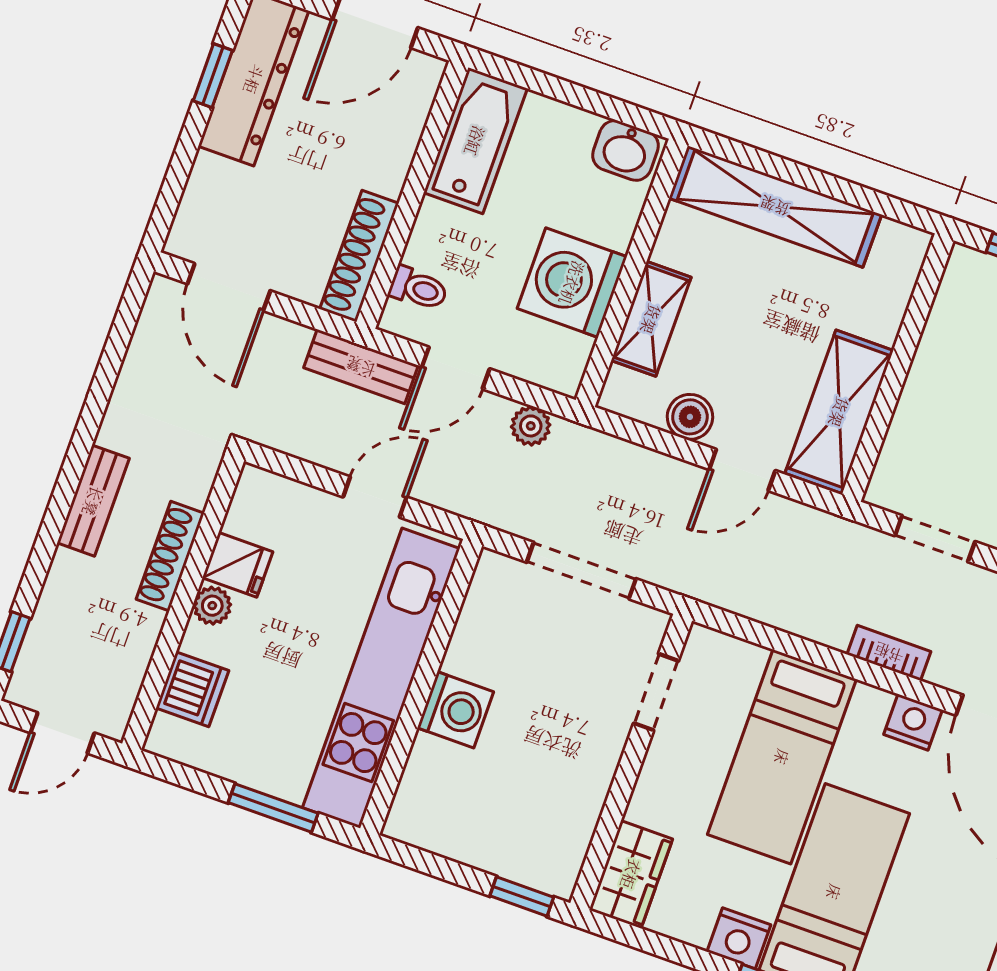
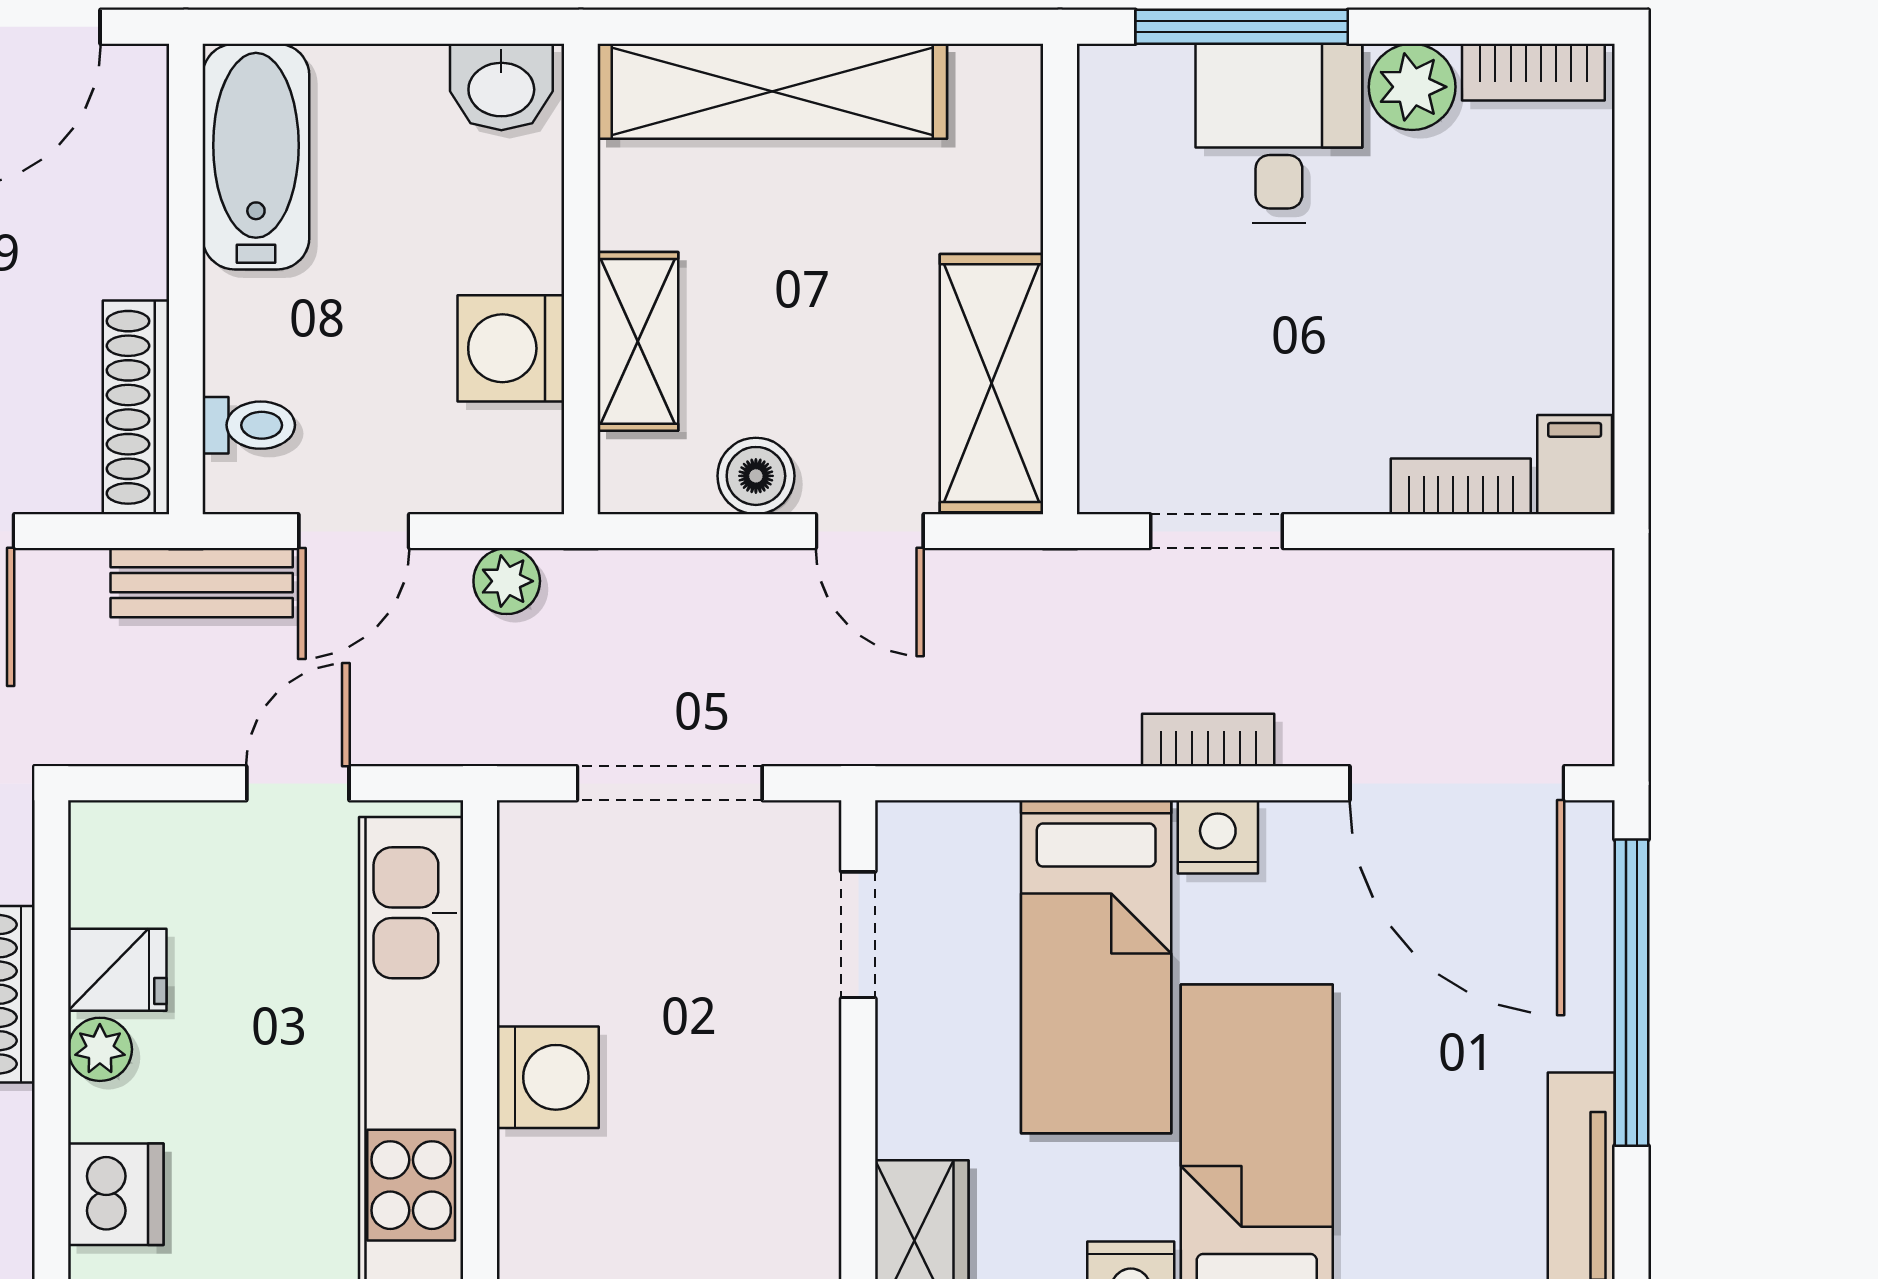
washing machine: (572, 283) -> (511, 348), width x0.73, depth x0.73
door: (742, 470) -> (870, 531), hinge flipped
nightstand: (913, 722) -> (1218, 837), moved

